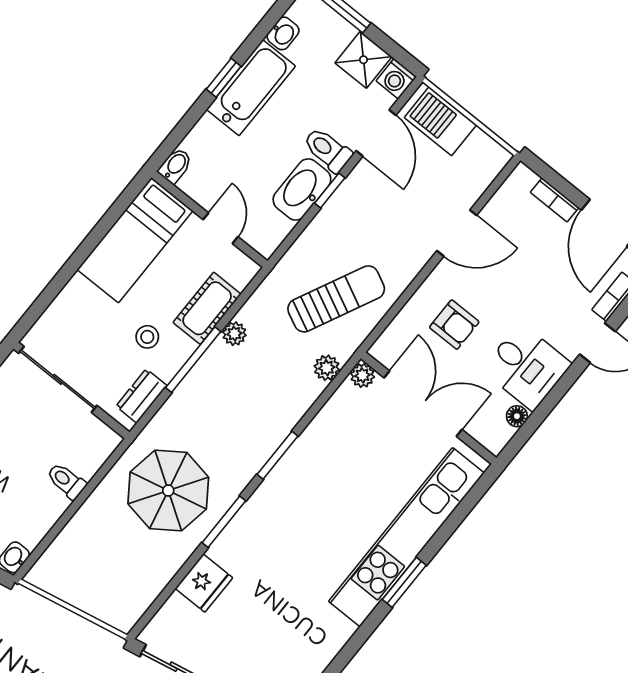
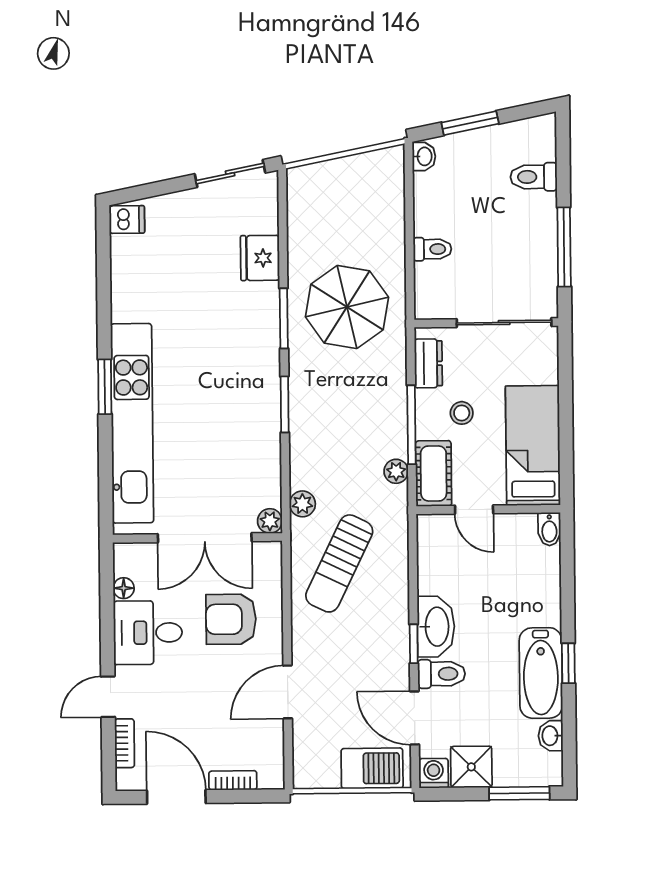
bidet: (175, 166) -> (549, 529), moved
wall: (210, 219) -> (488, 509), moved
door: (221, 228) -> (474, 510), moved
bed: (135, 240) -> (533, 445), moved
armchair: (454, 325) -> (231, 619), width x1.38, depth x1.38

